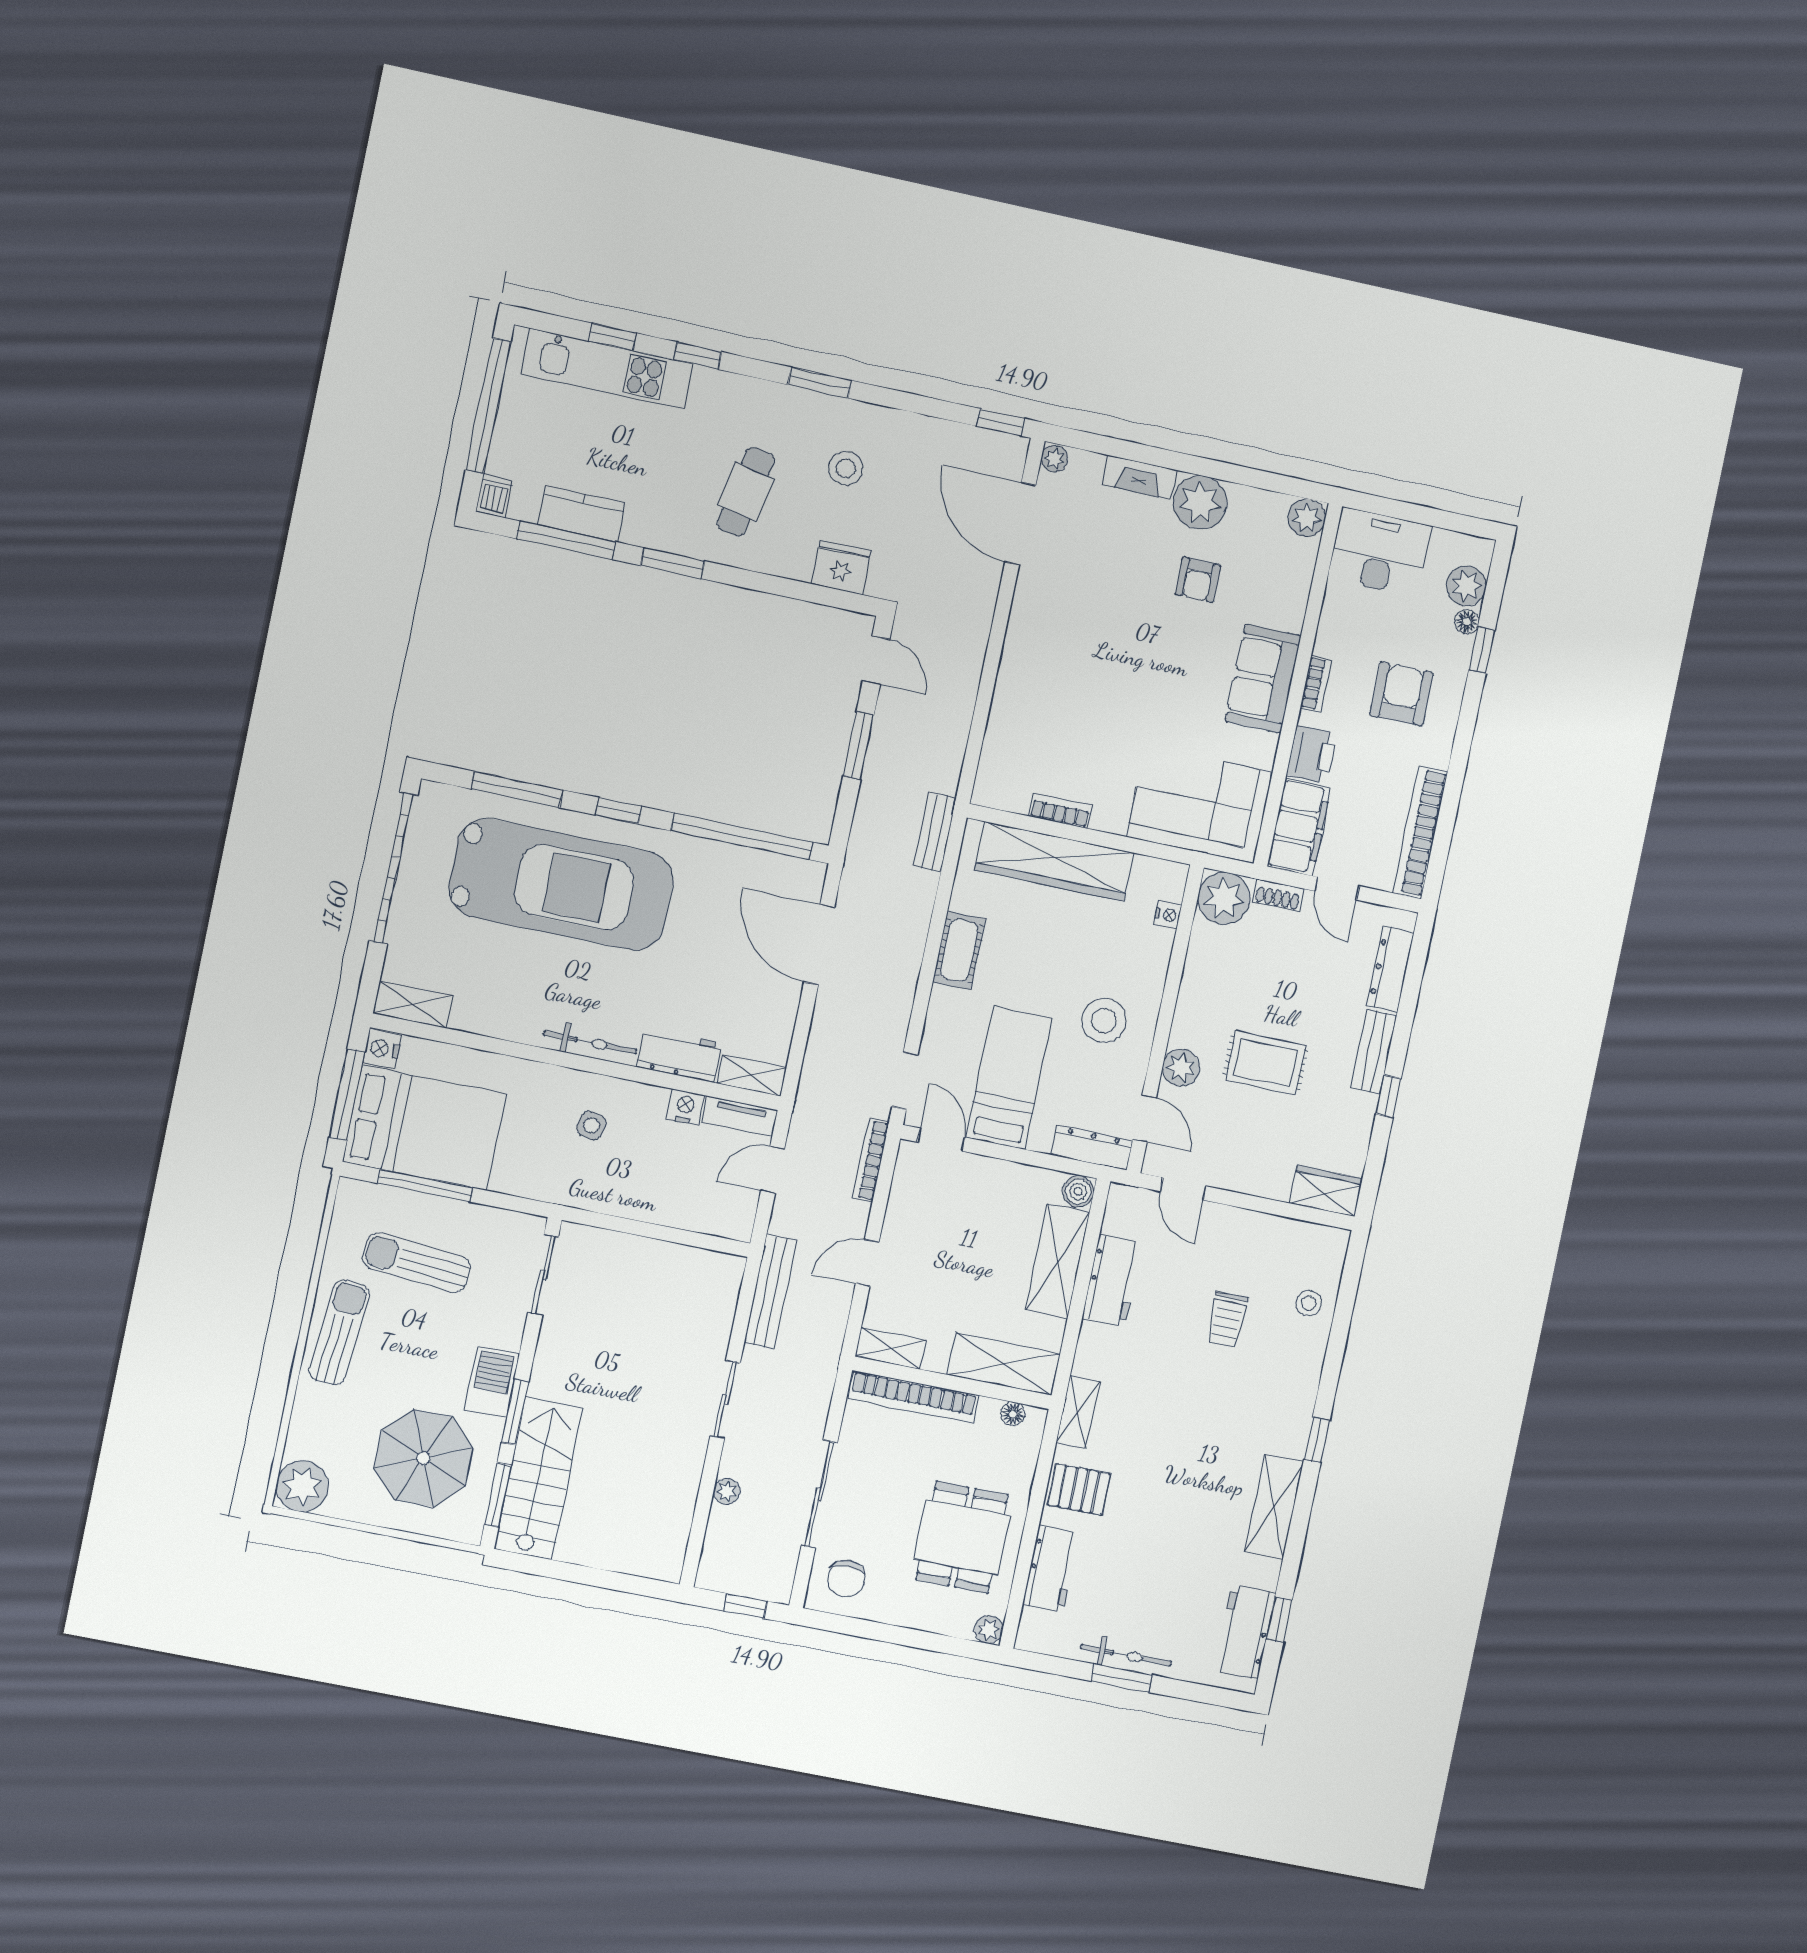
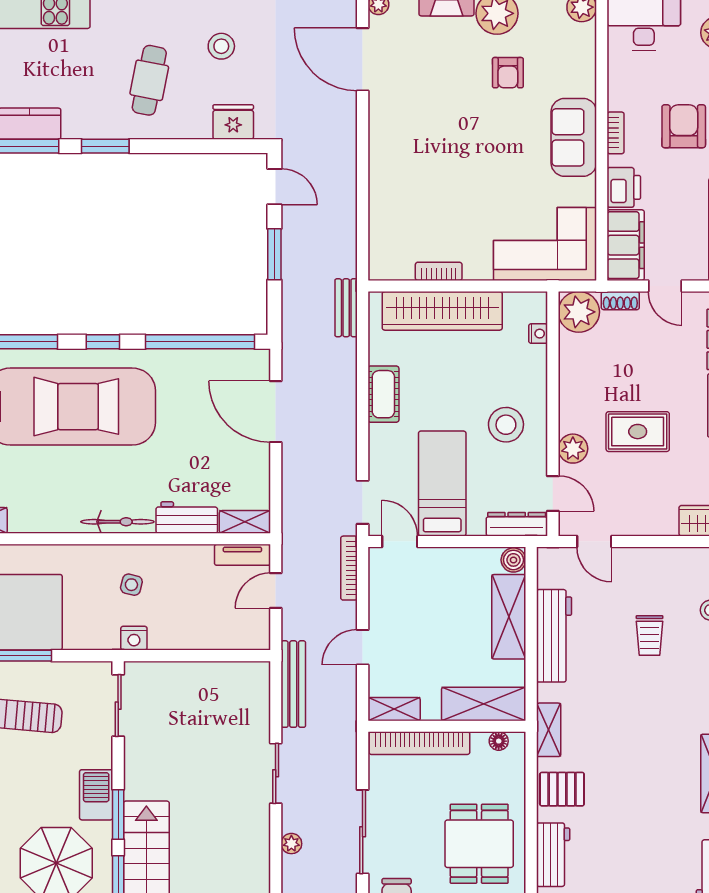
nightstand: (685, 1107) -> (134, 638), moved, turned 180
workbench: (1112, 1281) -> (554, 636), width x1.38

